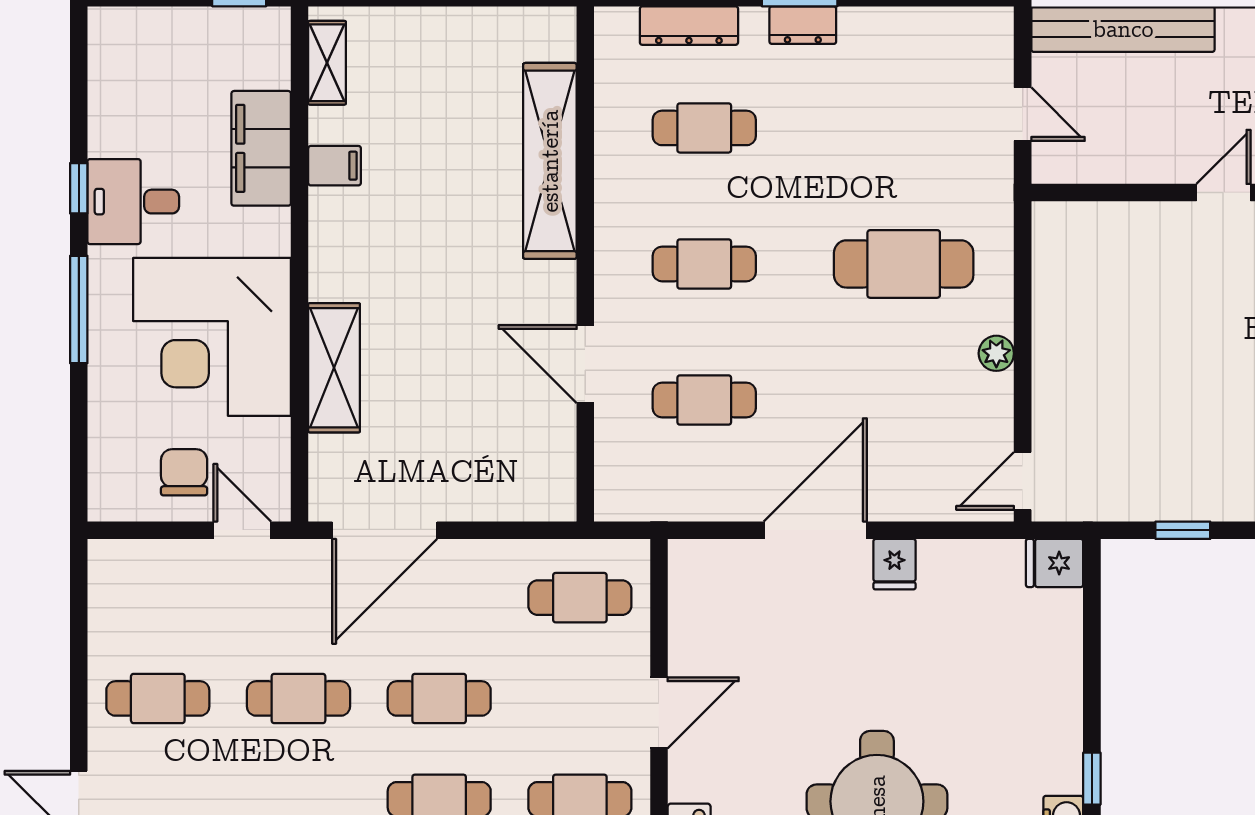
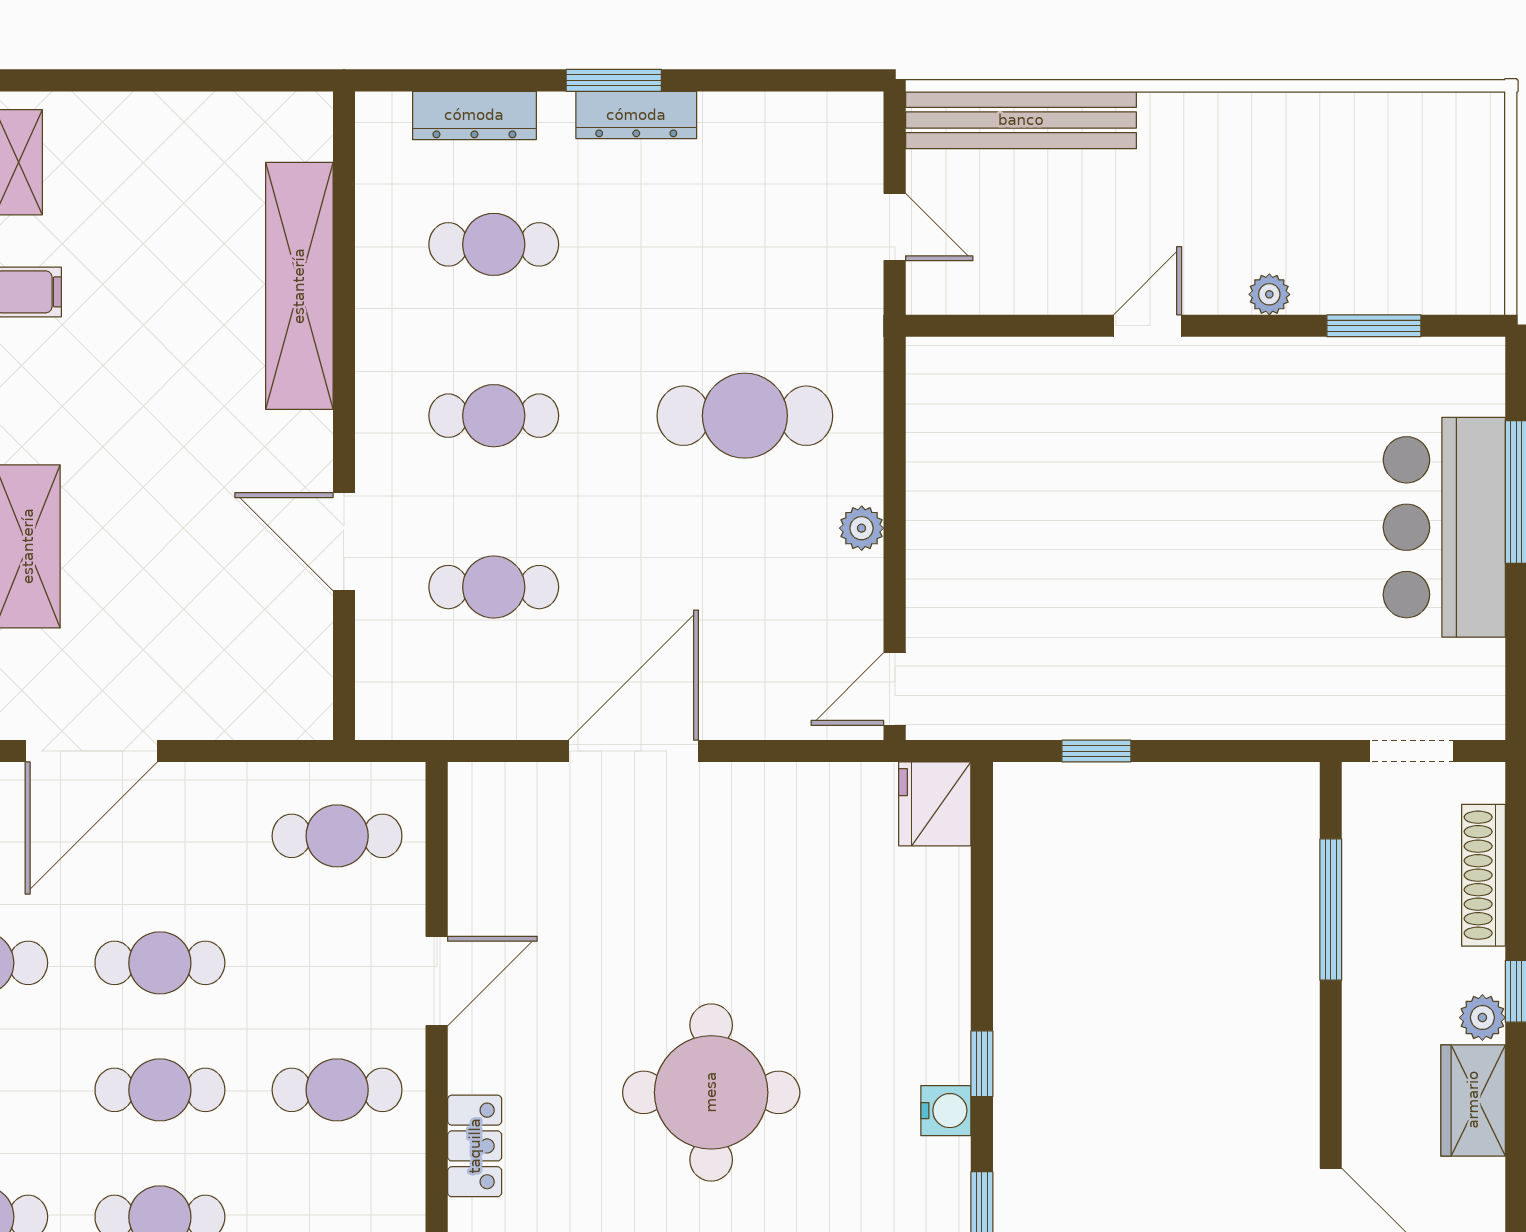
dresser: (803, 25) -> (636, 115), width x1.44
fridge: (1055, 563) -> (935, 804), width x1.38
fridge: (894, 564) -> (733, 794), removed

